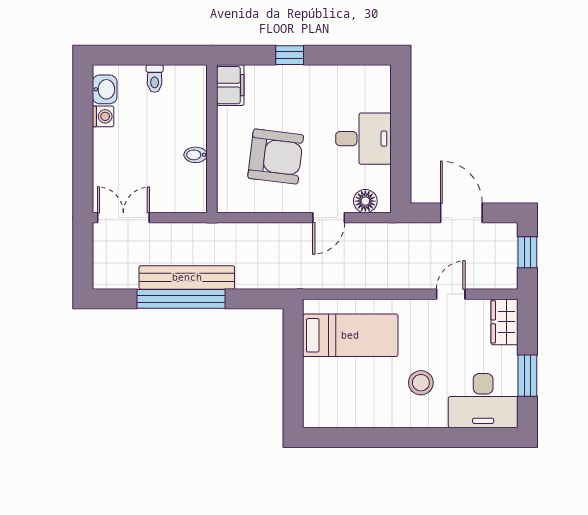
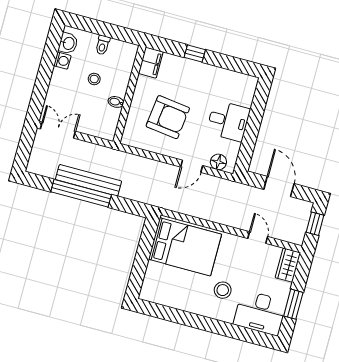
stool: (156, 130) -> (94, 79), added
door: (451, 294) -> (258, 238), hinge flipped
bed: (350, 335) -> (185, 247), width x1.50

